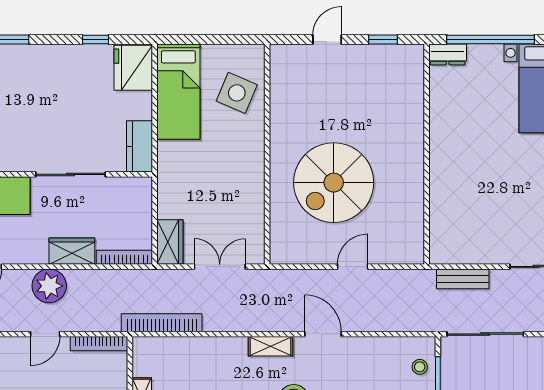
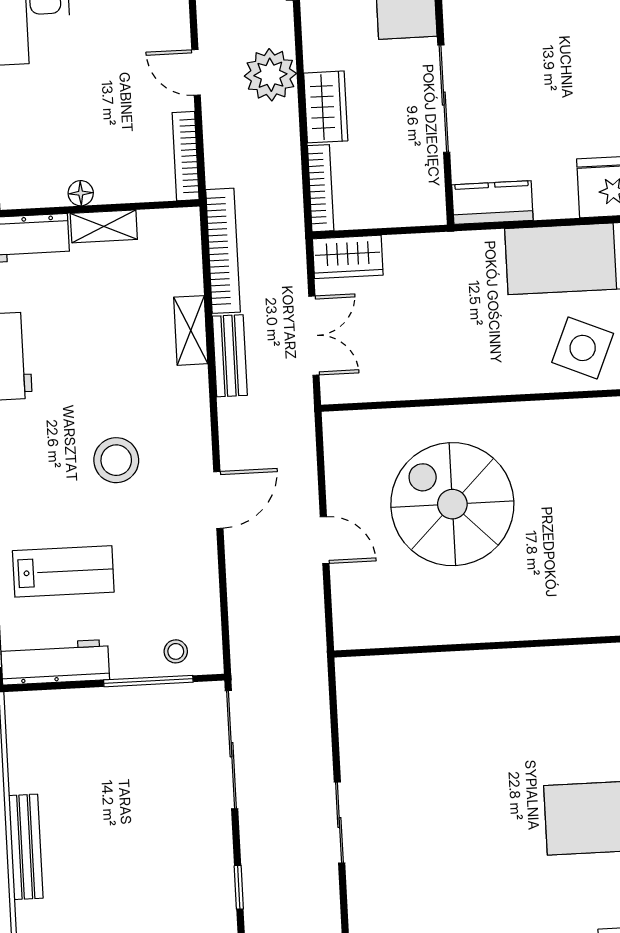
bench: (463, 279) -> (230, 356), moved
shelving: (270, 346) -> (191, 330), moved

